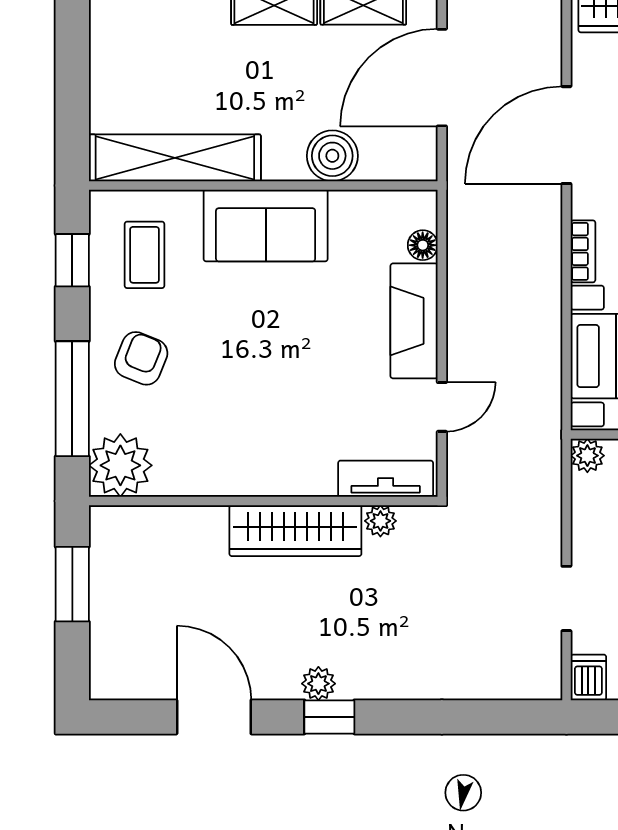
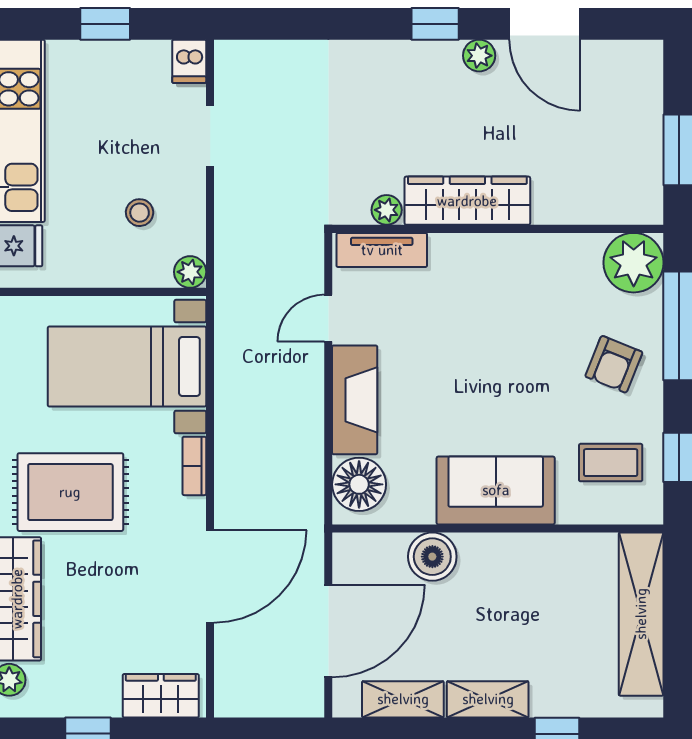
shelving: (175, 158) -> (641, 614), moved, turned 90
floor lamp: (423, 245) -> (359, 484), width x1.89, depth x1.89
coffee table: (144, 255) -> (611, 463), turned 90
plant: (318, 684) -> (479, 56), moved

